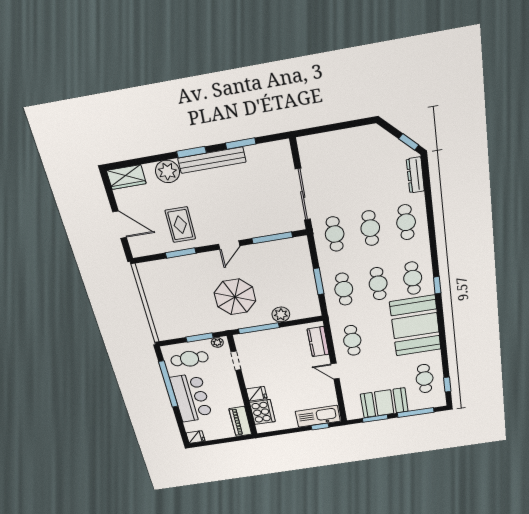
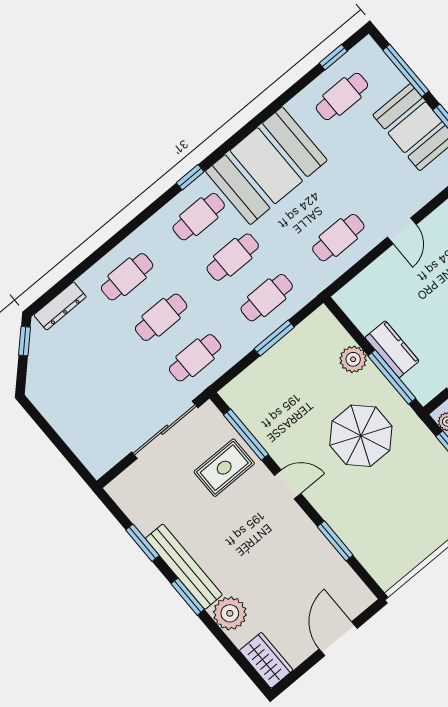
rug: (180, 225) -> (224, 468), moved
kitchen counter: (318, 342) -> (392, 349), moved, turned -90

